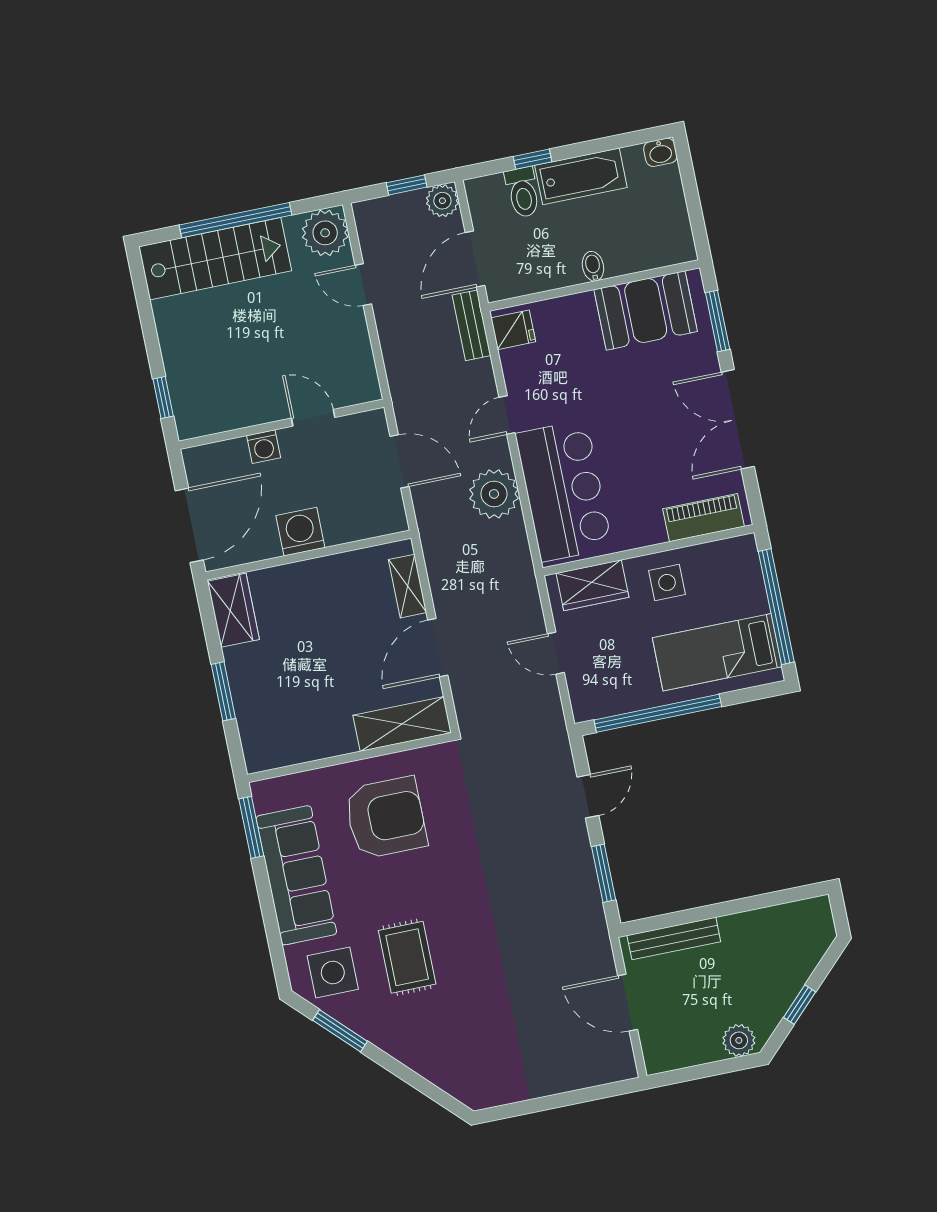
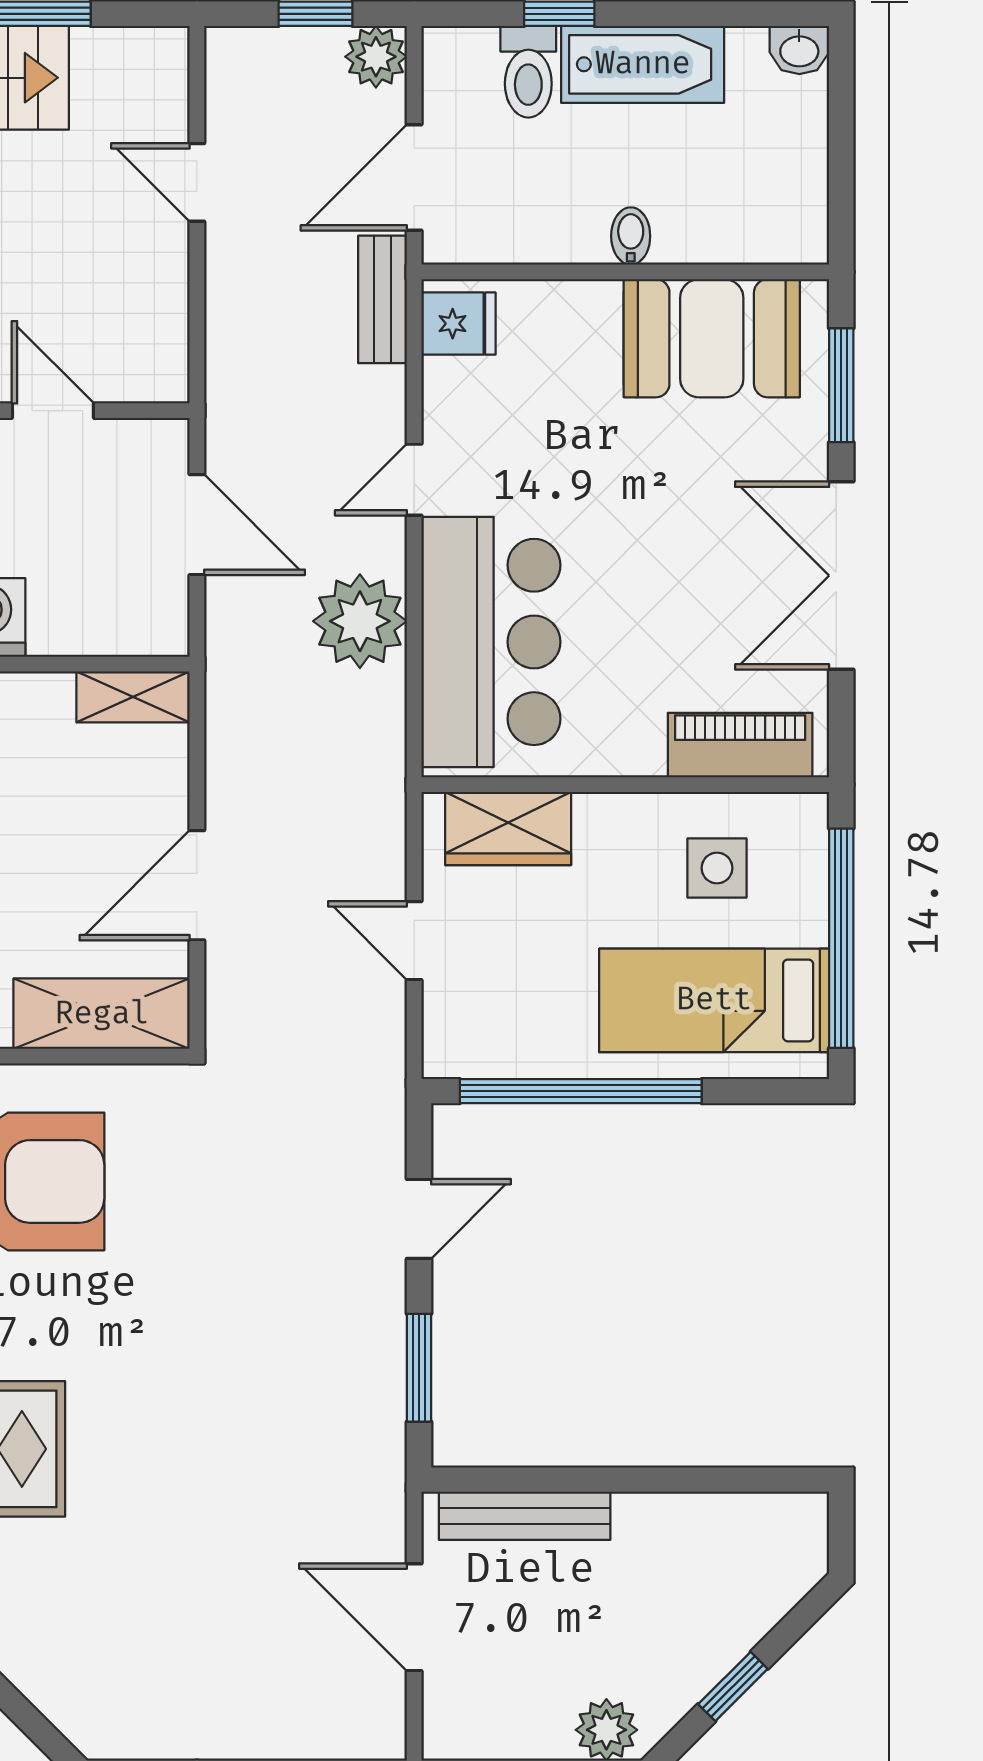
plant: (325, 233) -> (146, 72), removed
side table: (667, 582) -> (717, 868), moved
shelving: (408, 586) -> (133, 697), moved, turned 90

